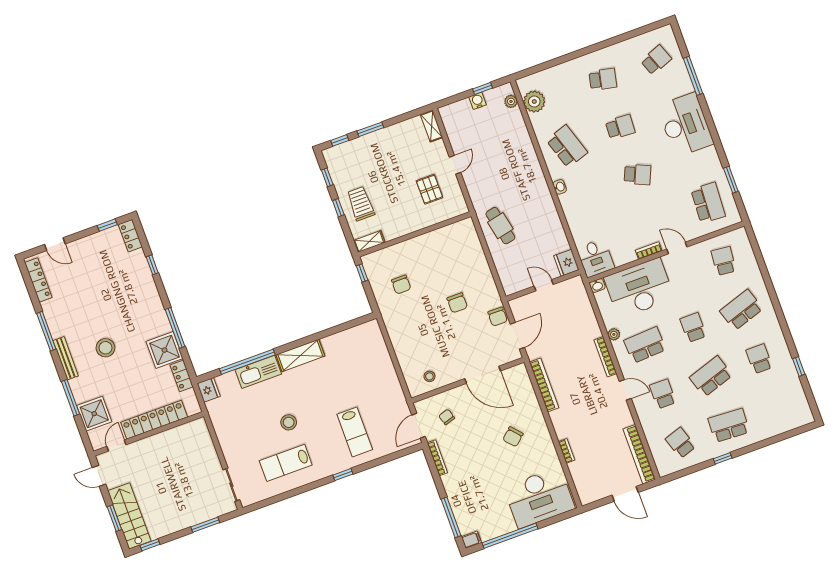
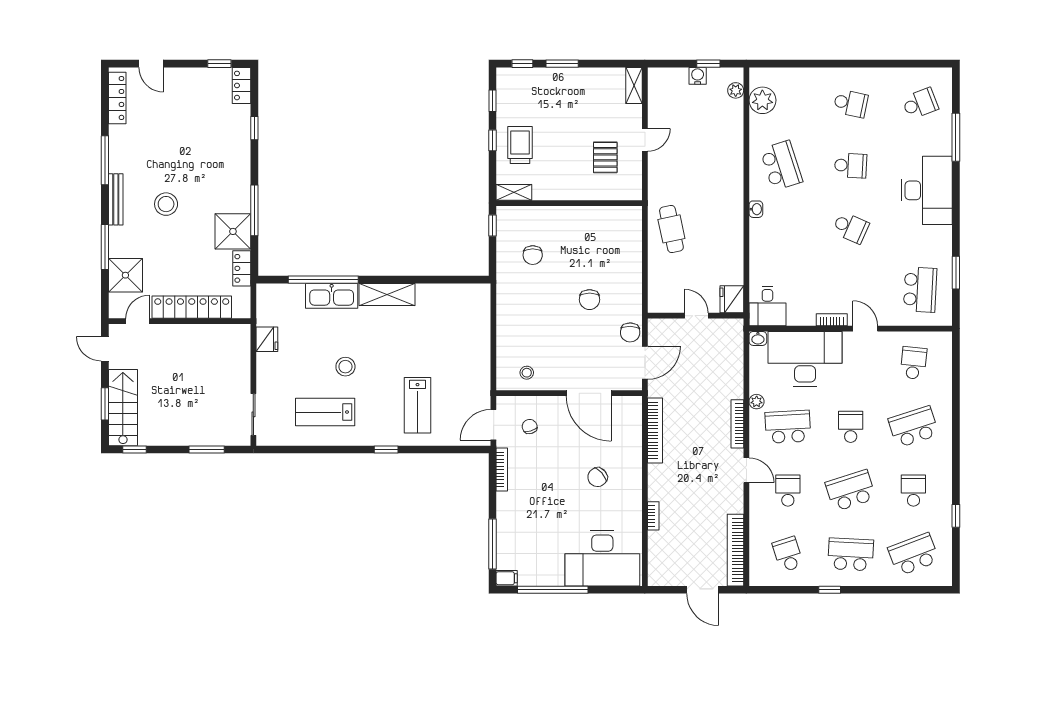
fridge: (209, 390) -> (267, 339), moved
school desk: (777, 408) -> (913, 554), added

